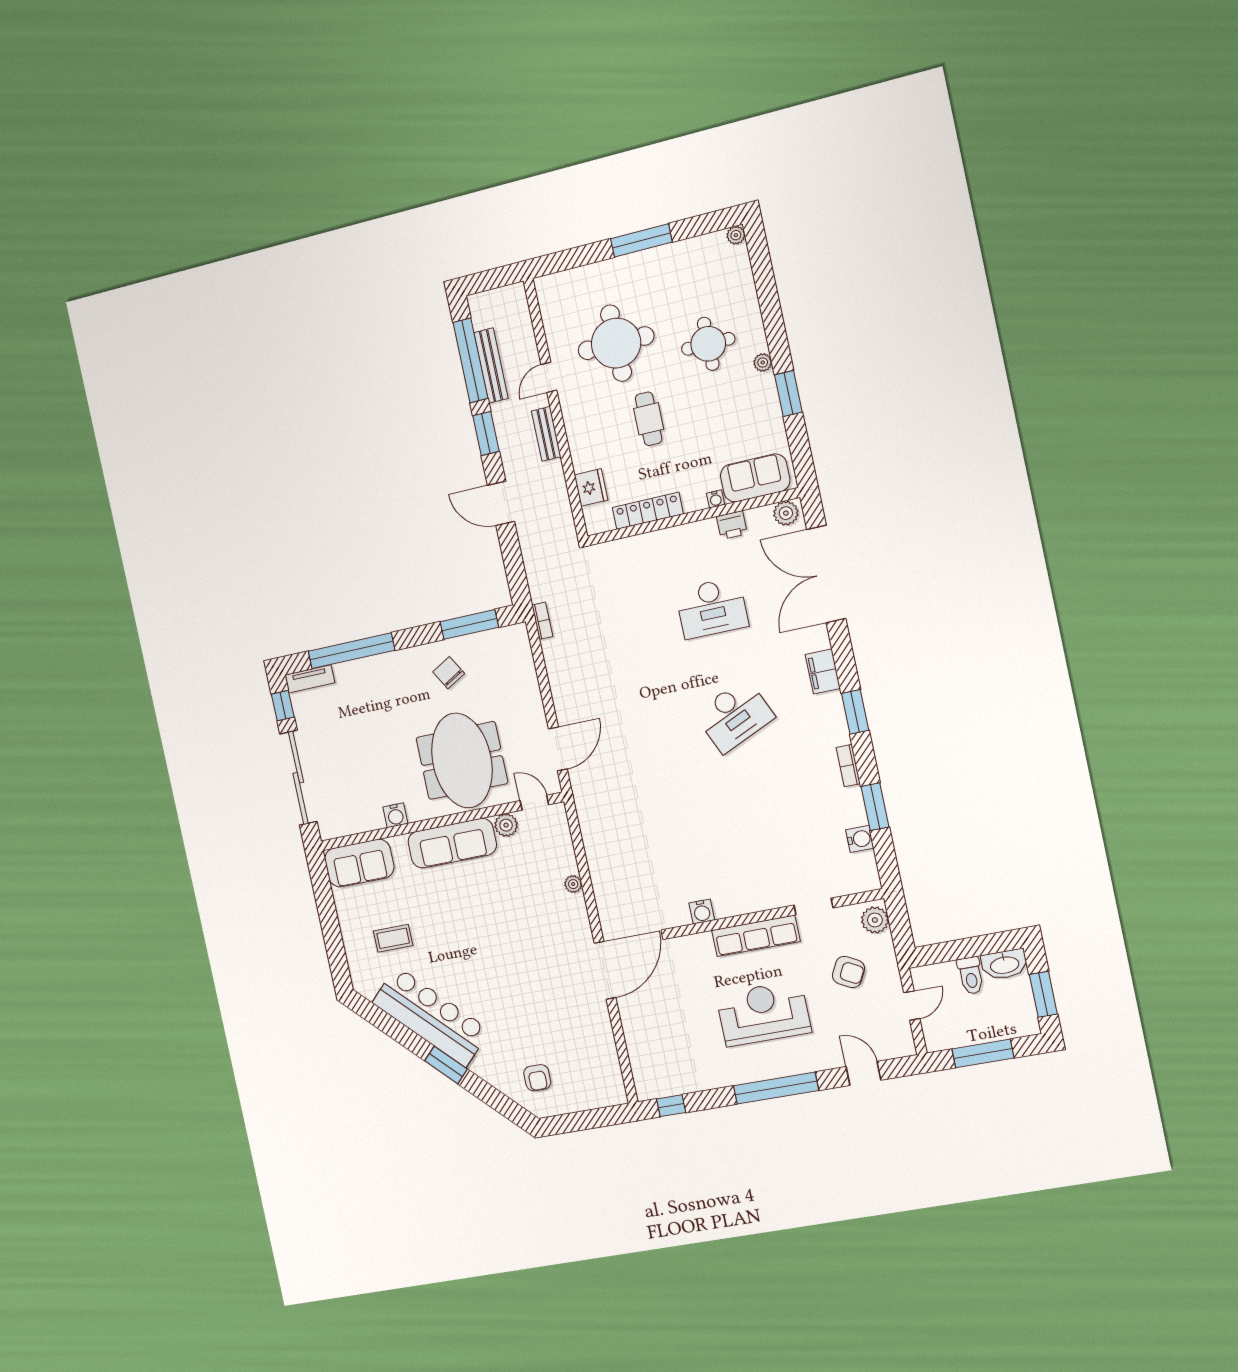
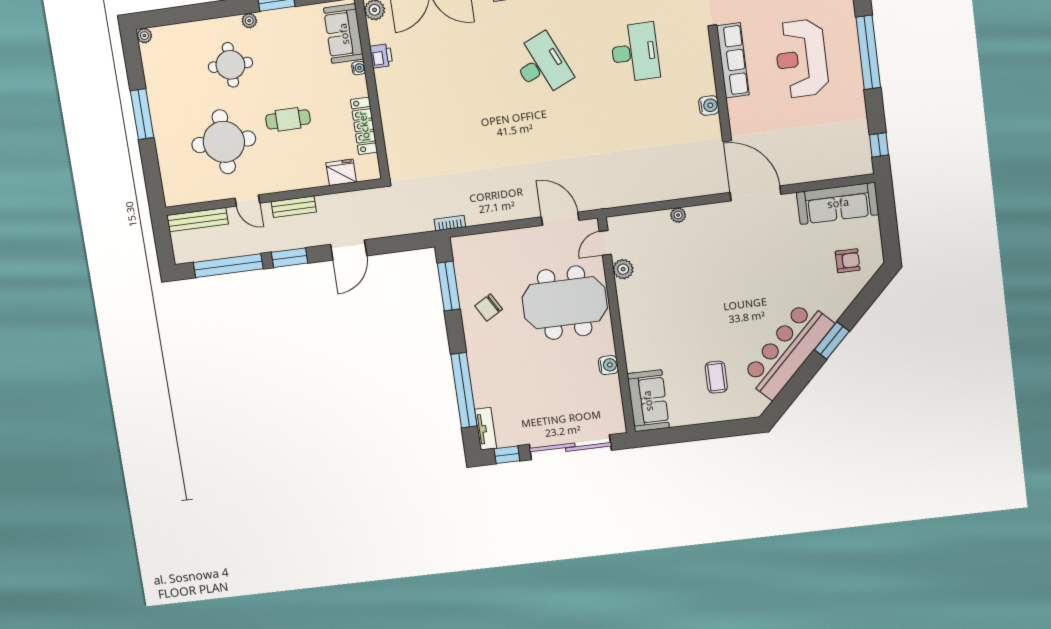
bench: (491, 366) -> (197, 220), moved
desk: (712, 608) -> (635, 52), moved
sofa: (452, 843) -> (838, 203), moved, turned 90

